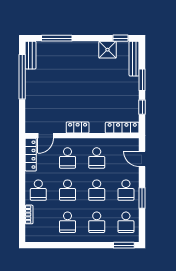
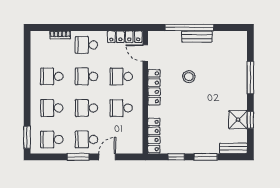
window: (57, 38) -> (250, 78), moved
window: (121, 38) -> (250, 120), moved
bench: (31, 55) -> (197, 37), moved
bench: (134, 59) -> (233, 148), width x0.73
window: (22, 77) -> (189, 28), moved
stool: (68, 95) -> (189, 77), added
locker: (78, 128) -> (154, 87), width x1.53
door: (142, 159) -> (107, 157), moved

